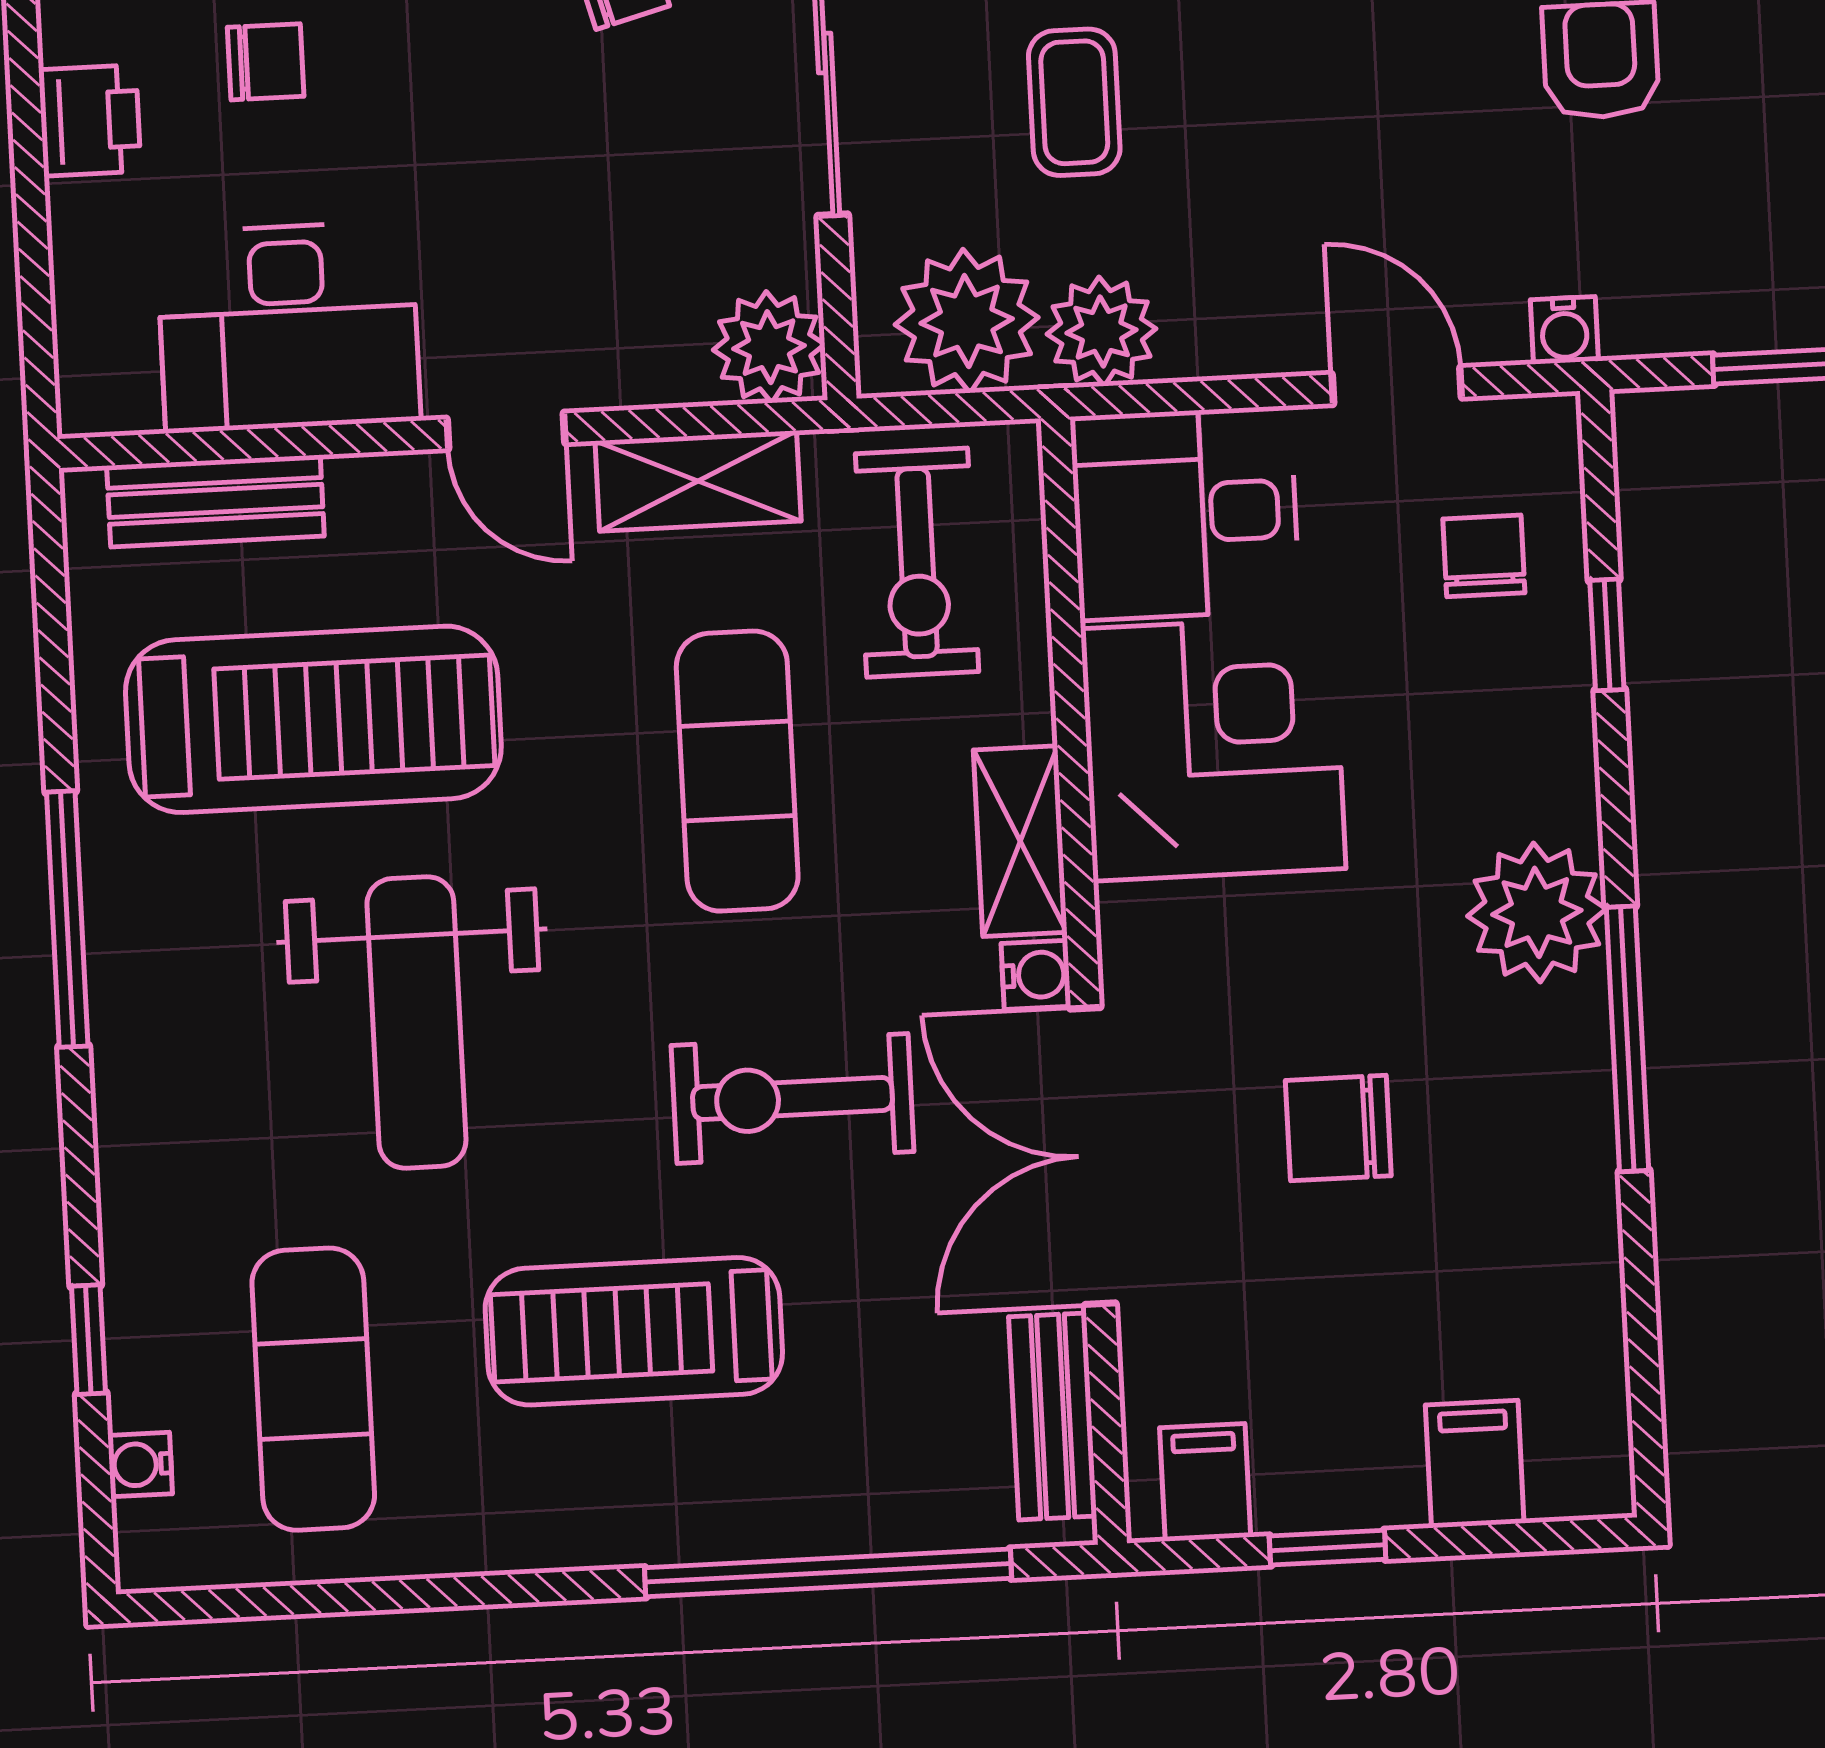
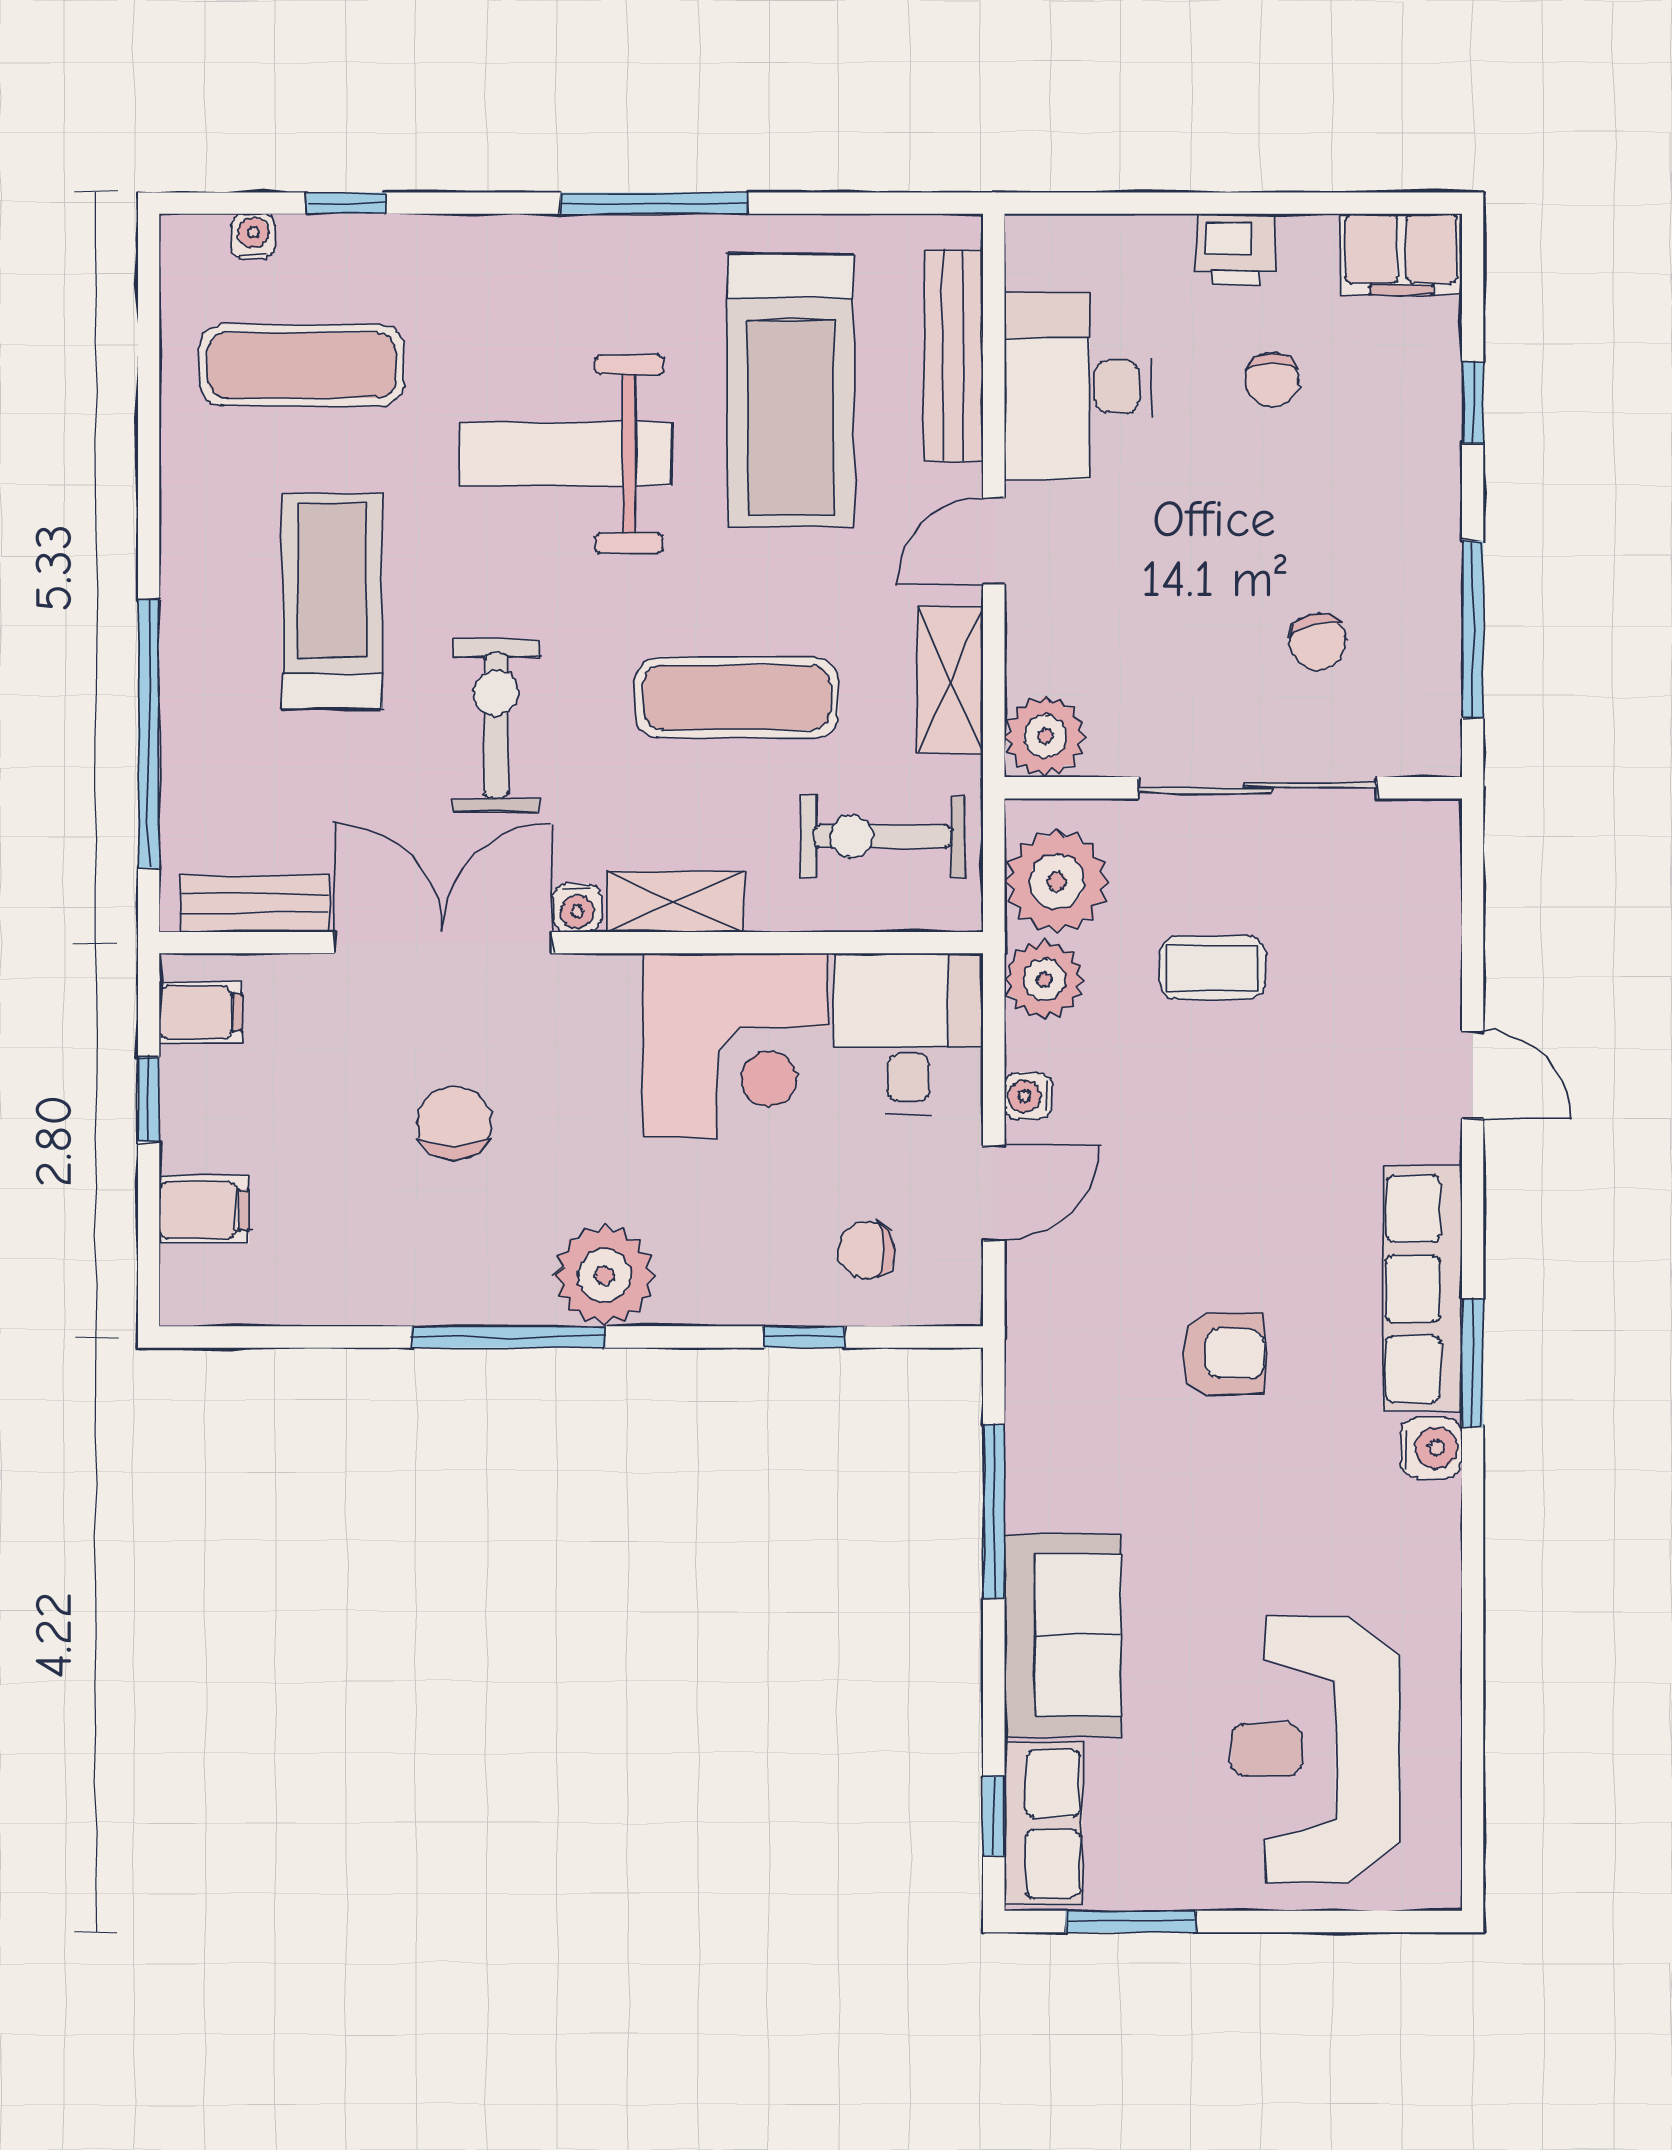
water cooler: (1564, 330) -> (1028, 1096), moved
bench: (215, 501) -> (953, 355), width x1.36
chair: (1484, 556) -> (866, 1250), turned 180

